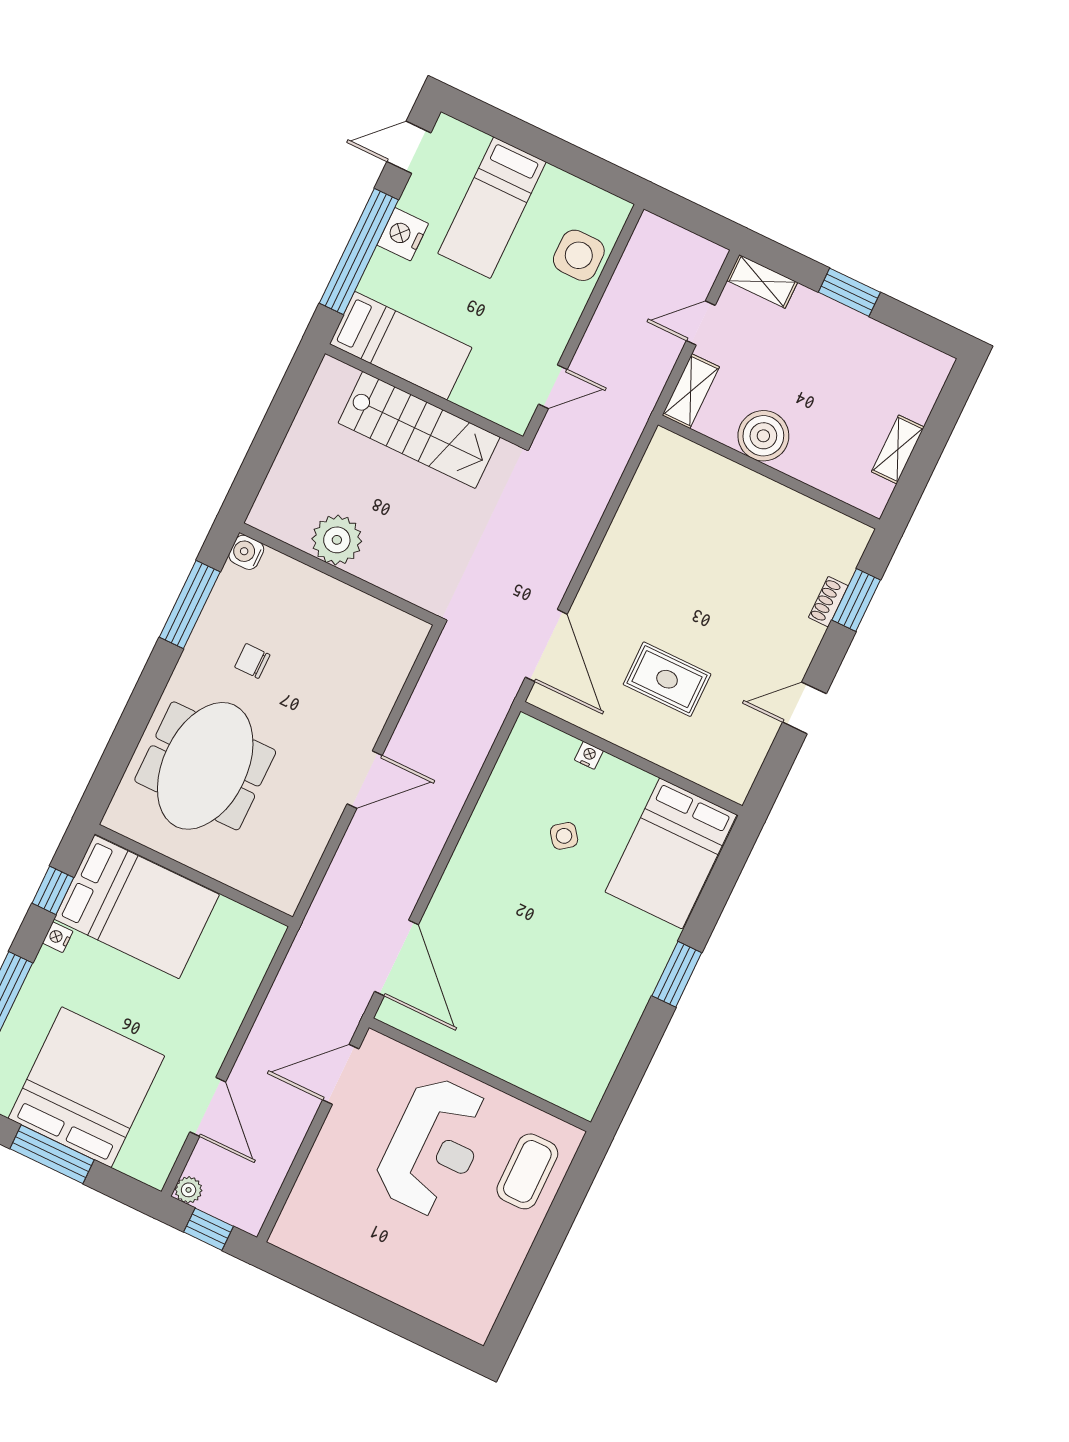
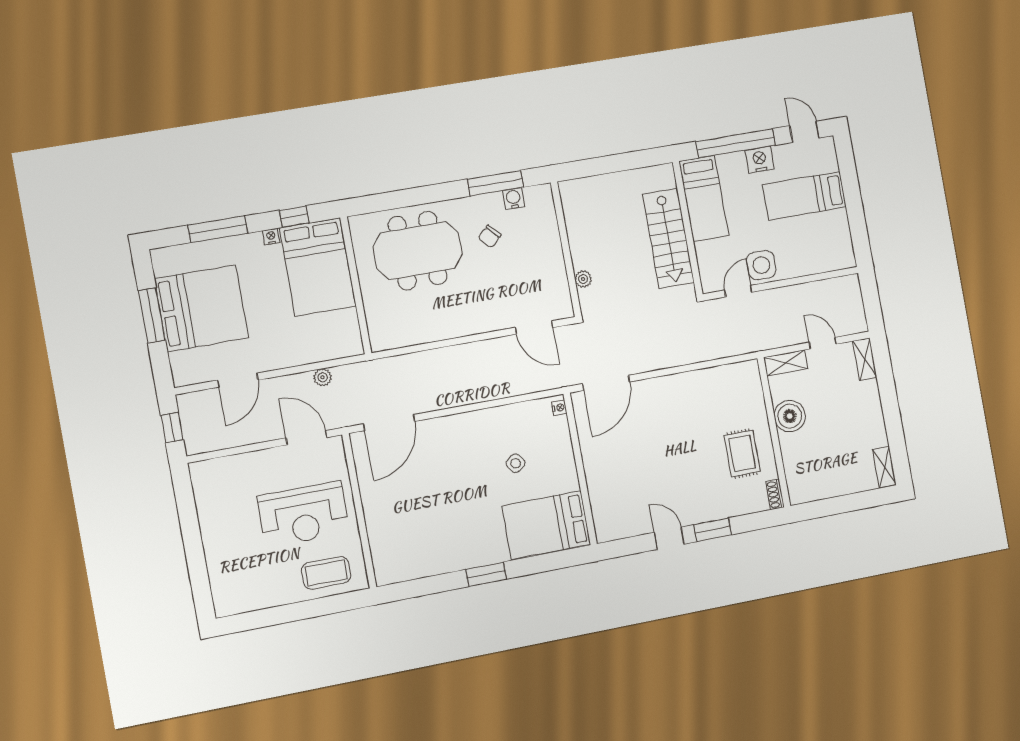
side table: (579, 255) -> (761, 265), moved
window: (849, 292) -> (890, 407), removed
door: (553, 387) -> (738, 291), swing flipped
shelving: (898, 449) -> (884, 467), moved, turned 90
plant: (337, 540) -> (583, 279), moved, width x0.53, depth x0.53
water cooler: (246, 552) -> (513, 199), moved
window: (856, 600) -> (713, 530), moved
shoe rack: (828, 602) -> (775, 494), moved, turned -90
chair: (252, 661) -> (490, 236), turned -133
rug: (667, 679) -> (742, 453), moved
nightstand: (589, 755) -> (559, 408), moved
door: (365, 780) -> (534, 327), moved
plant: (189, 1190) -> (322, 377), moved

